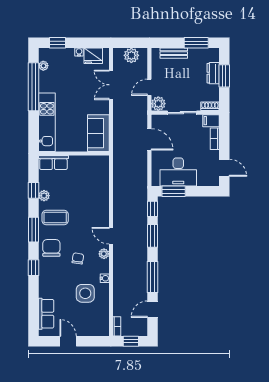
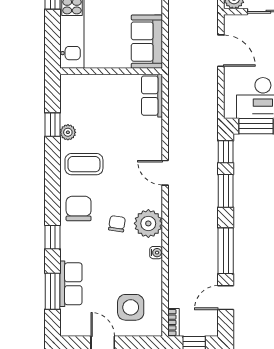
row of seats: (53, 163) -> (152, 96), moved, turned 90
window: (33, 230) -> (52, 291), moved
door: (111, 236) -> (165, 173), moved
plant: (104, 254) -> (148, 223), width x1.88, depth x1.88
side table: (85, 293) -> (131, 307), moved
row of seats: (46, 314) -> (71, 284), moved

